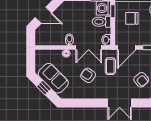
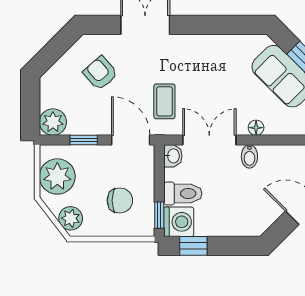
door: (127, 47) -> (131, 140), hinge flipped
armchair: (88, 75) -> (211, 82), removed

